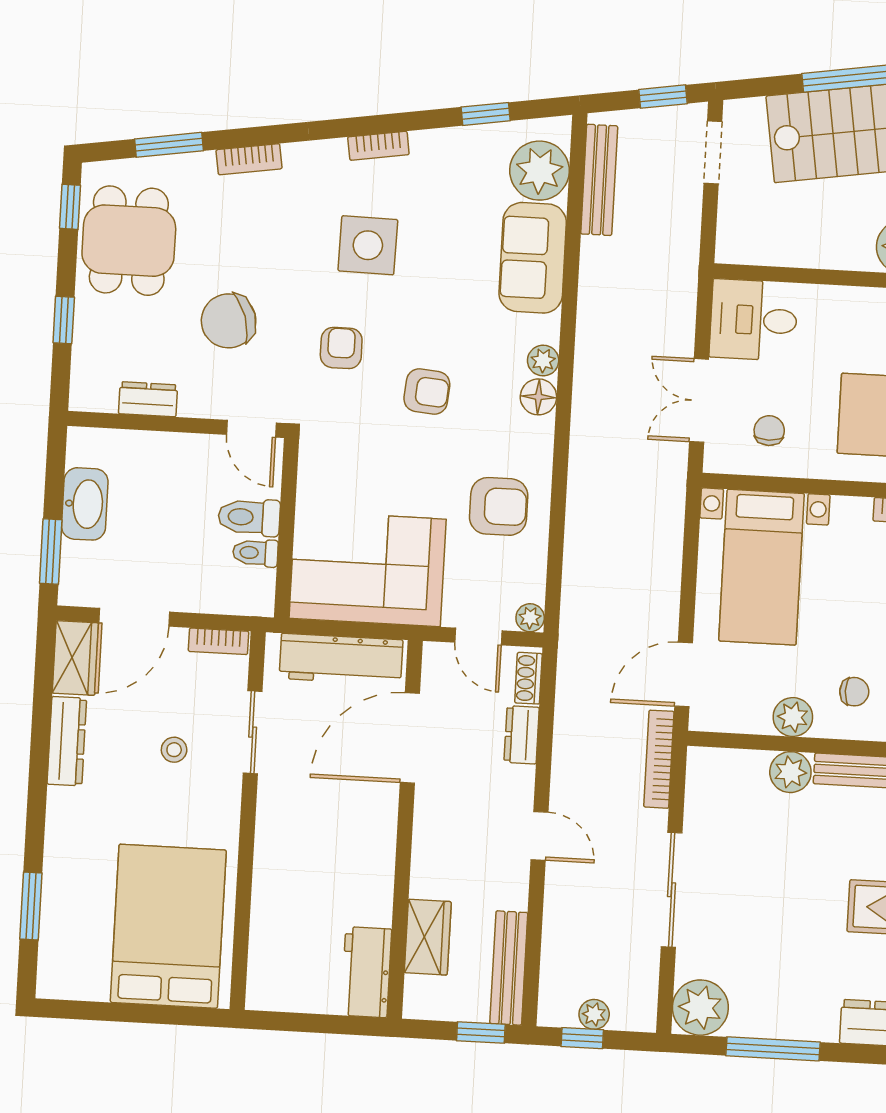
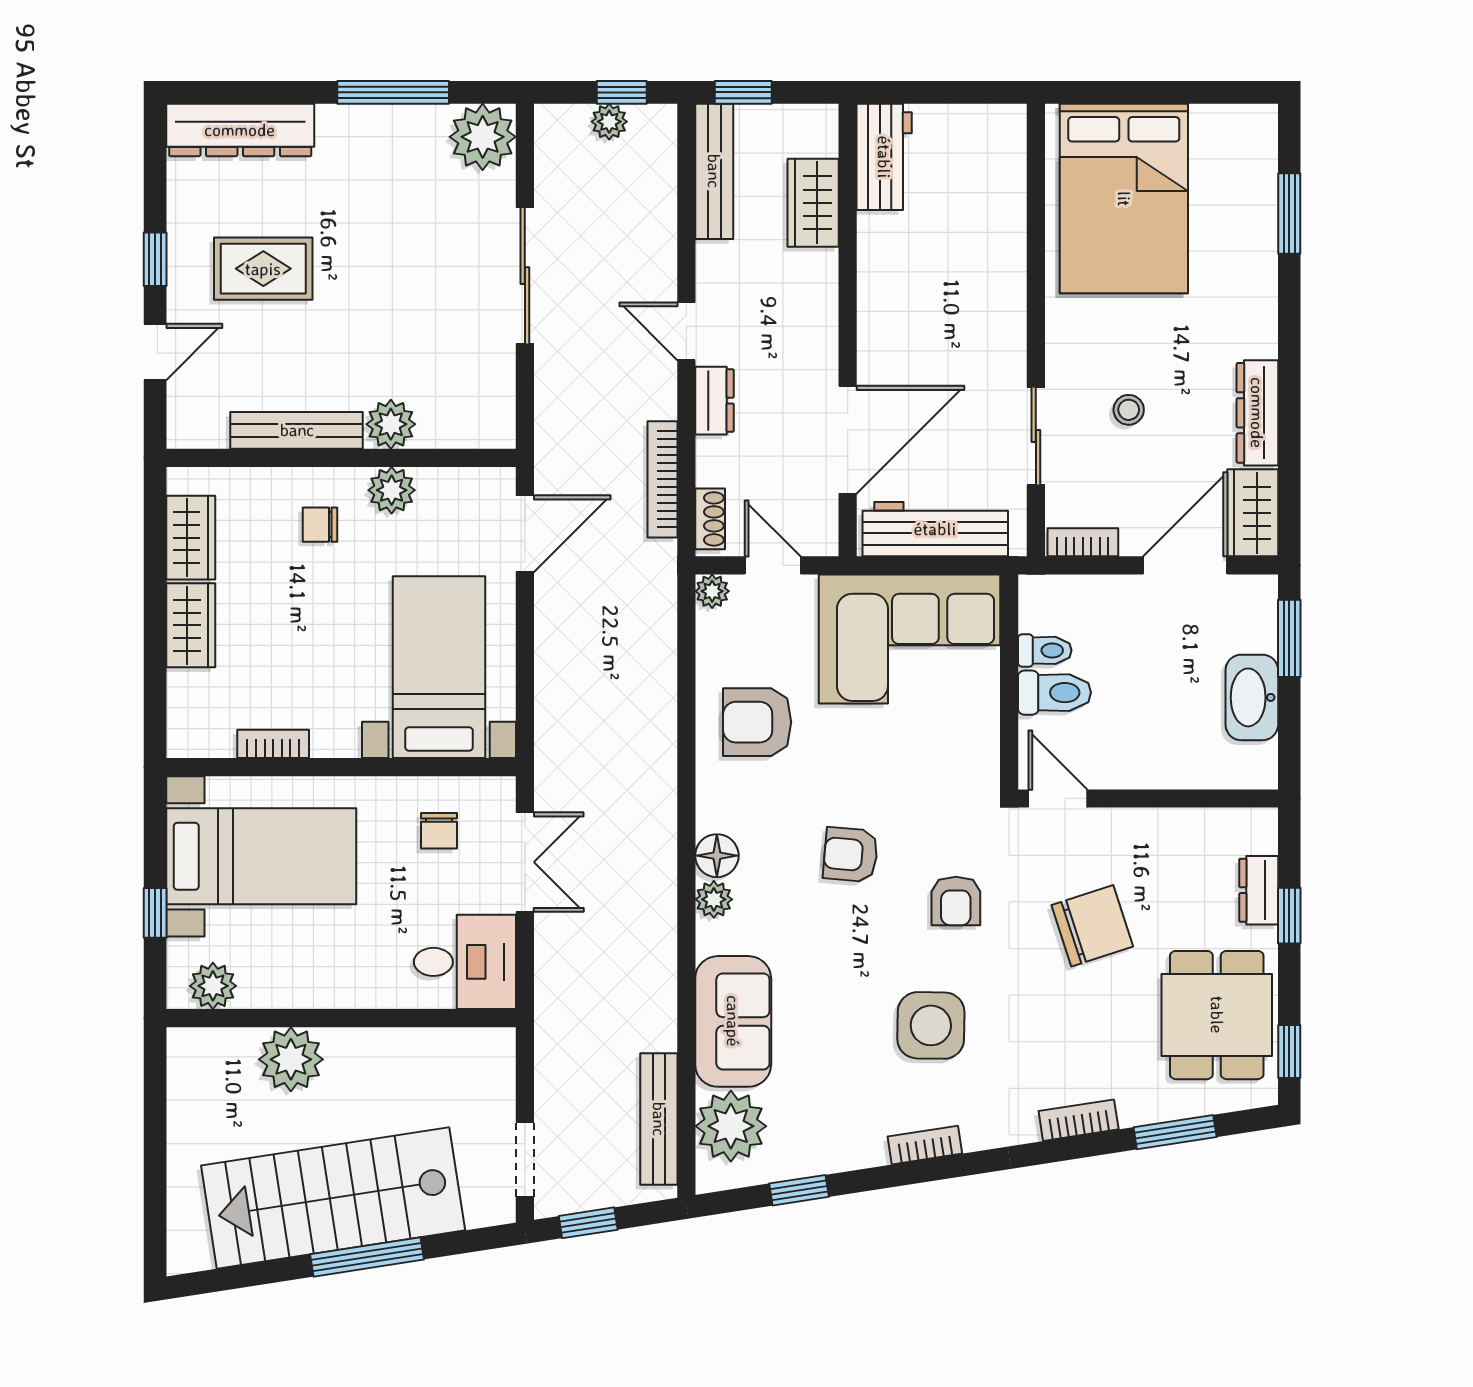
dresser: (148, 399) -> (1259, 890), moved, turned 90
dresser: (522, 735) -> (714, 401), moved
bookcase: (659, 759) -> (662, 479), moved, turned 180

